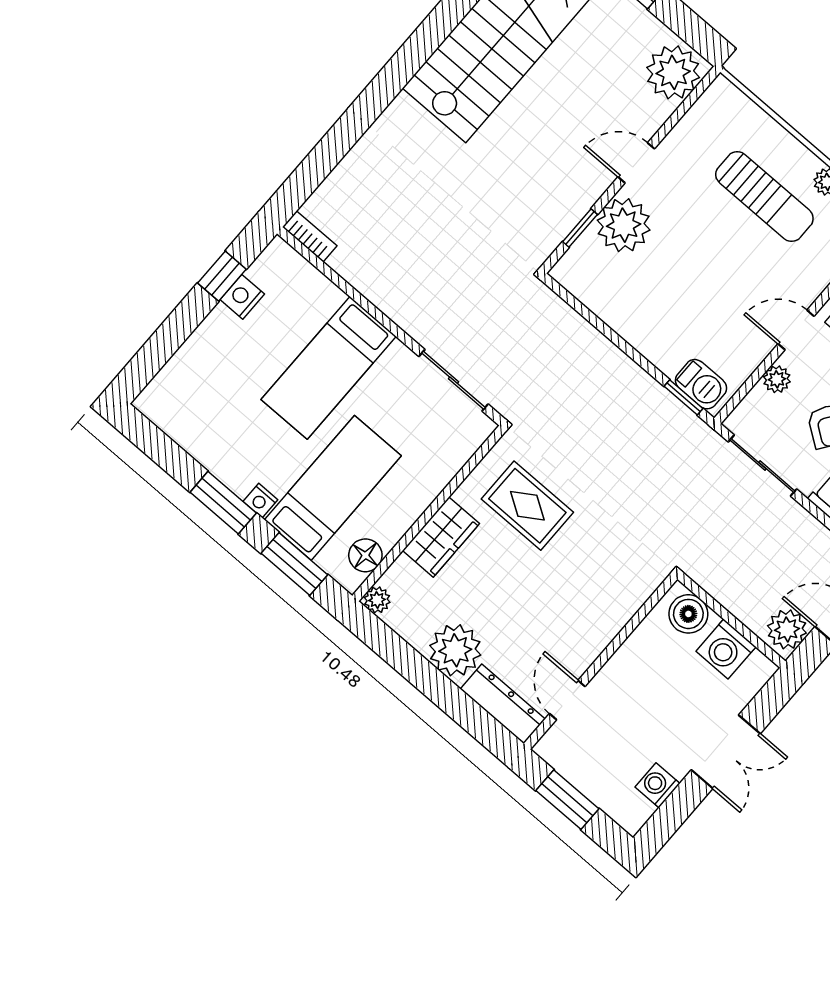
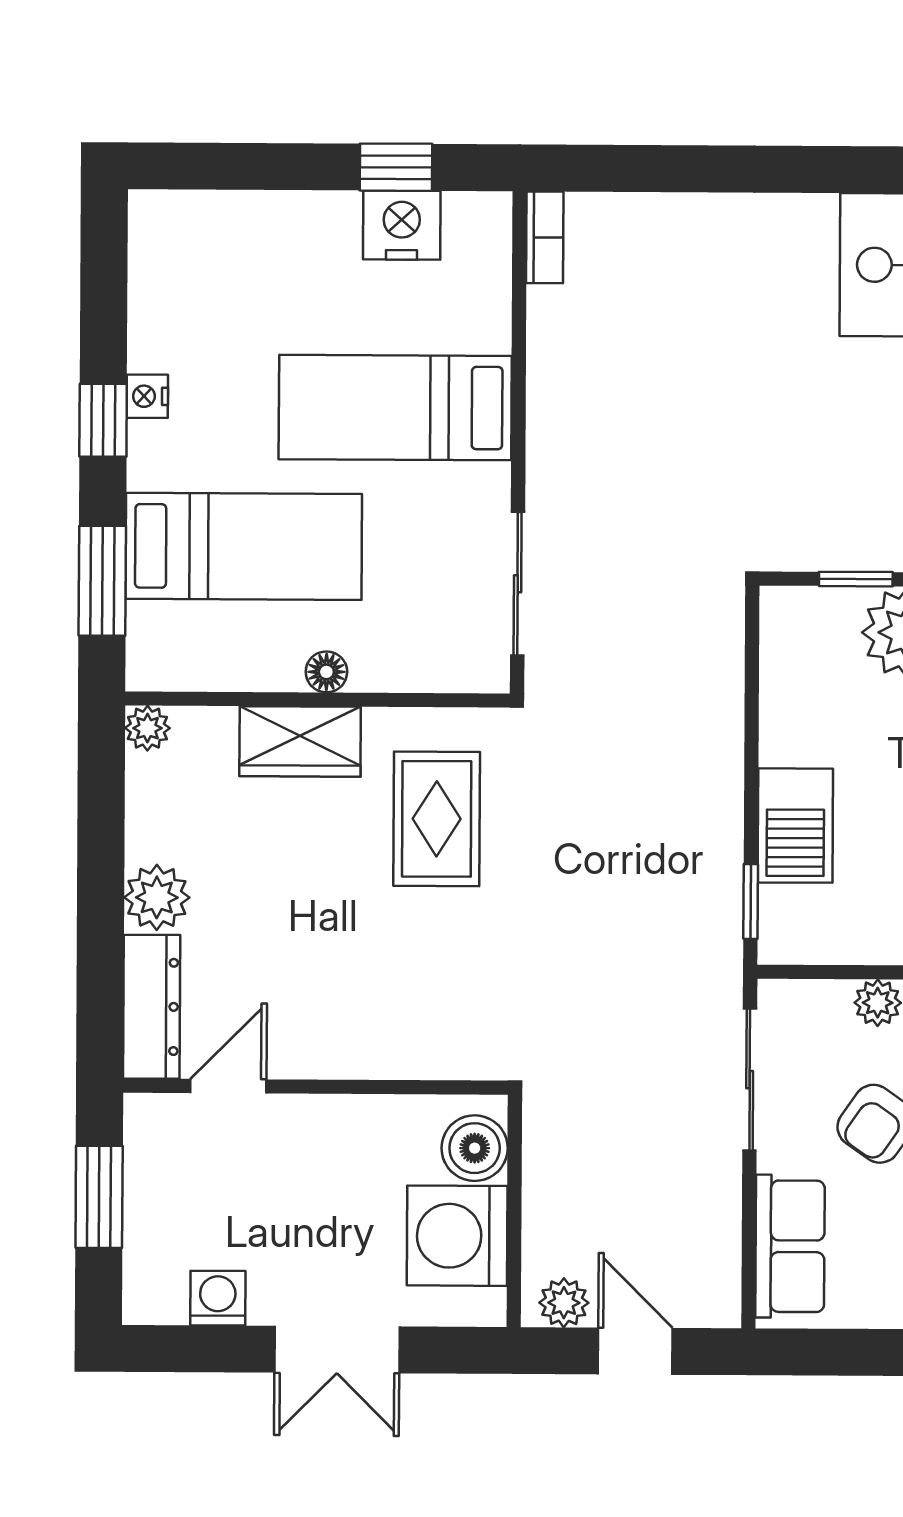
nightstand: (242, 297) -> (402, 225), width x1.36, depth x1.33
barbecue: (701, 384) -> (795, 826), moved, width x1.38, depth x1.27
nightstand: (260, 501) -> (147, 396), moved
window: (223, 503) -> (103, 420), width x0.67
floor lamp: (365, 555) -> (326, 672), moved, width x0.73, depth x0.73
plant: (787, 629) -> (564, 1303), width x0.73, depth x0.73
washing machine: (726, 649) -> (457, 1236), width x1.37, depth x1.37
plant: (455, 650) -> (157, 897), width x0.73, depth x0.73

